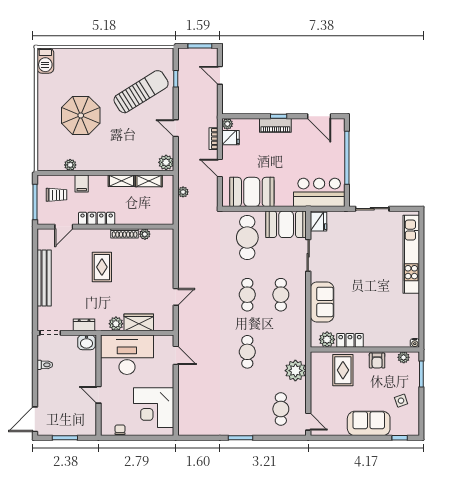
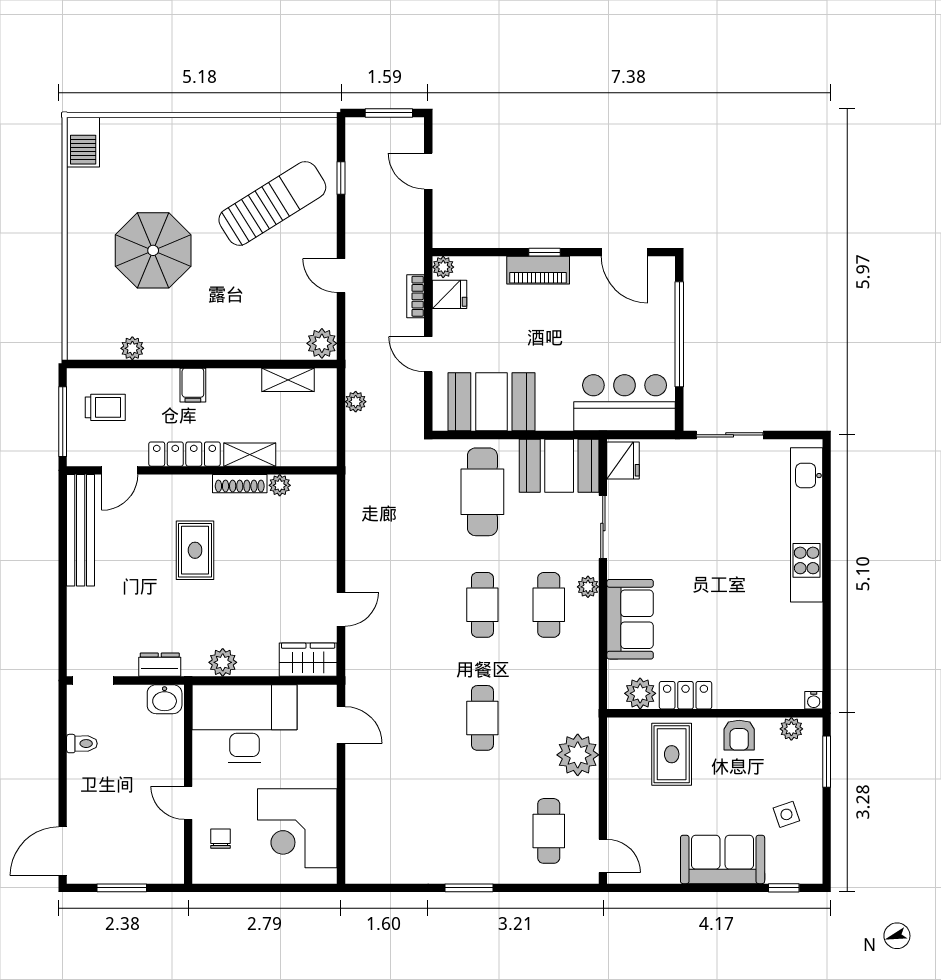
shelving: (122, 181) -> (250, 455), moved
filing cabinet: (82, 184) -> (193, 385), moved
bench: (44, 278) -> (81, 530), moved
plant: (301, 286) -> (588, 587), added
wardrobe: (139, 322) -> (308, 660), moved
chair: (120, 430) -> (220, 839), moved

